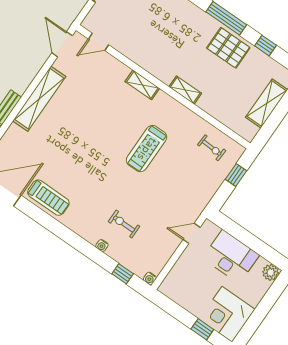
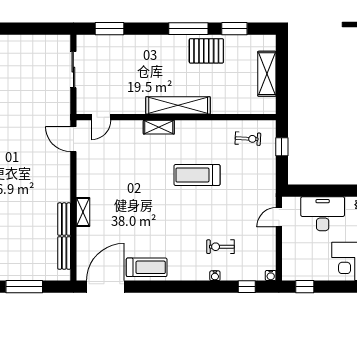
window: (266, 46) -> (234, 29), width x1.50
shelving: (185, 90) -> (178, 105), width x2.20, depth x1.33
shelving: (39, 99) -> (83, 212), width x0.45, depth x0.75
treadmill: (147, 149) -> (197, 175), turned 90
window: (202, 329) -> (305, 287), moved

